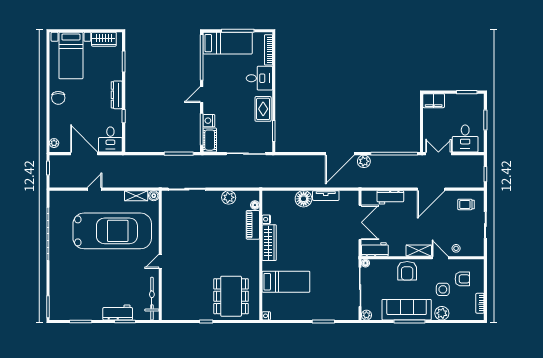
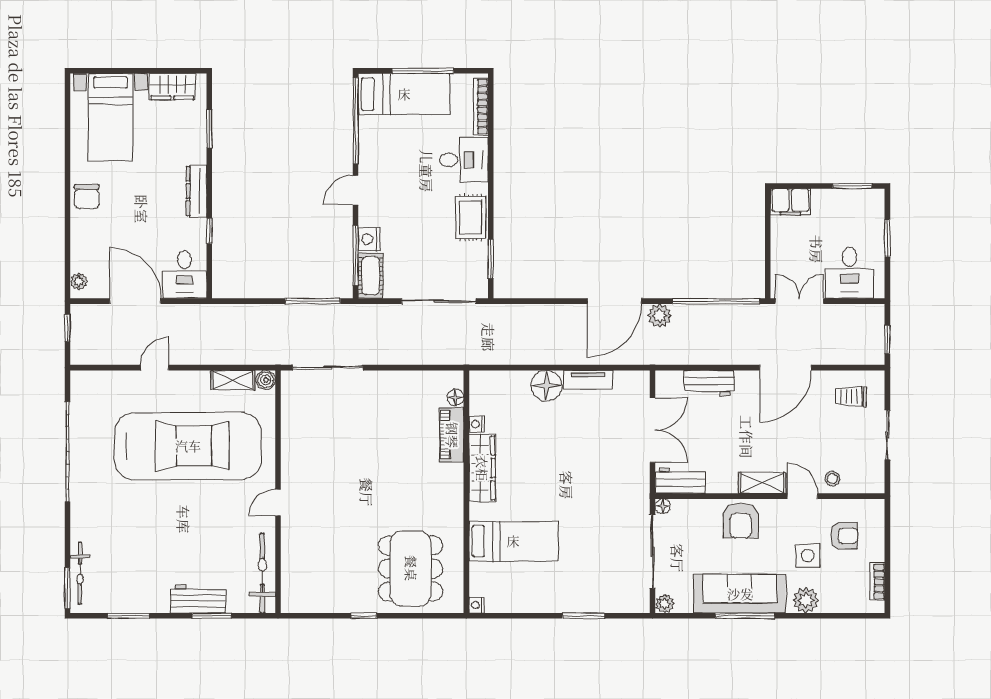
plant: (229, 197) -> (406, 383), removed
bicycle: (55, 299) -> (80, 573), added

